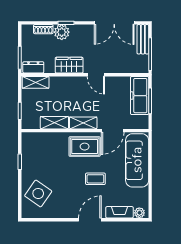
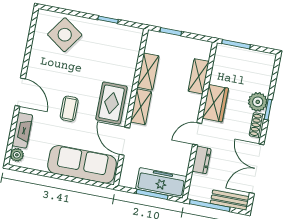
shoe rack: (43, 29) -> (257, 125), moved
dresser: (33, 67) -> (202, 160), moved
shelving: (36, 82) -> (199, 76), moved

